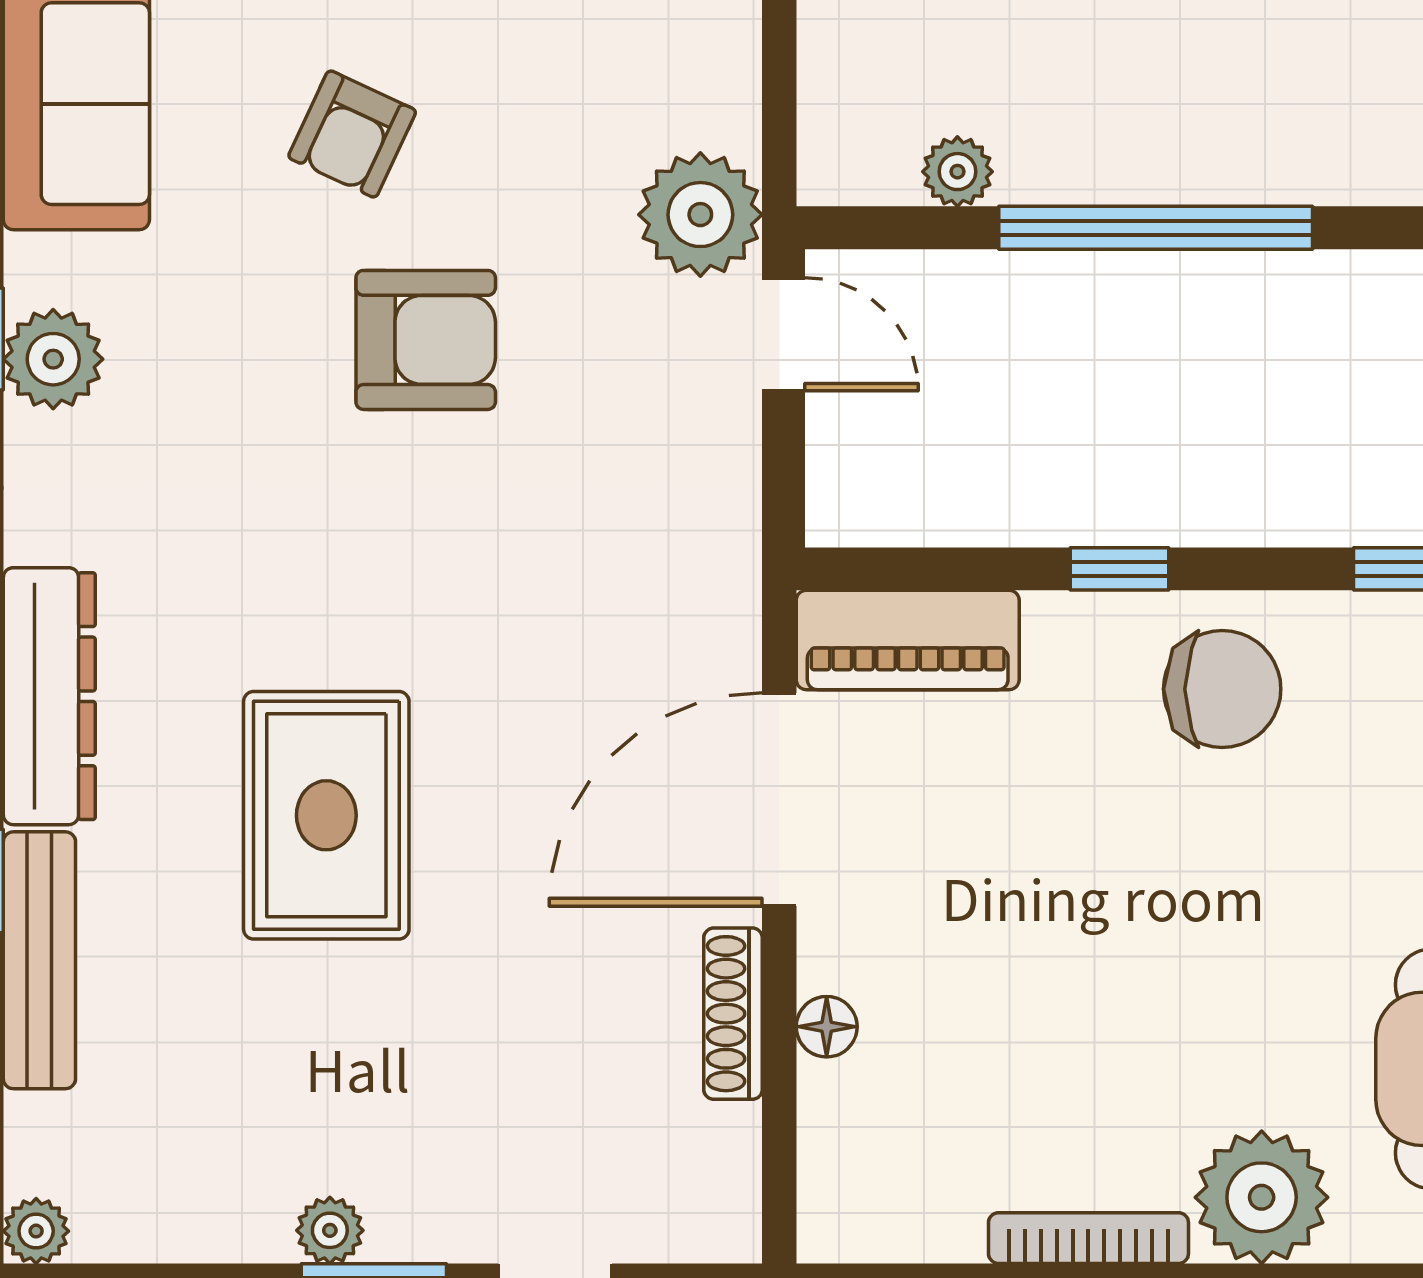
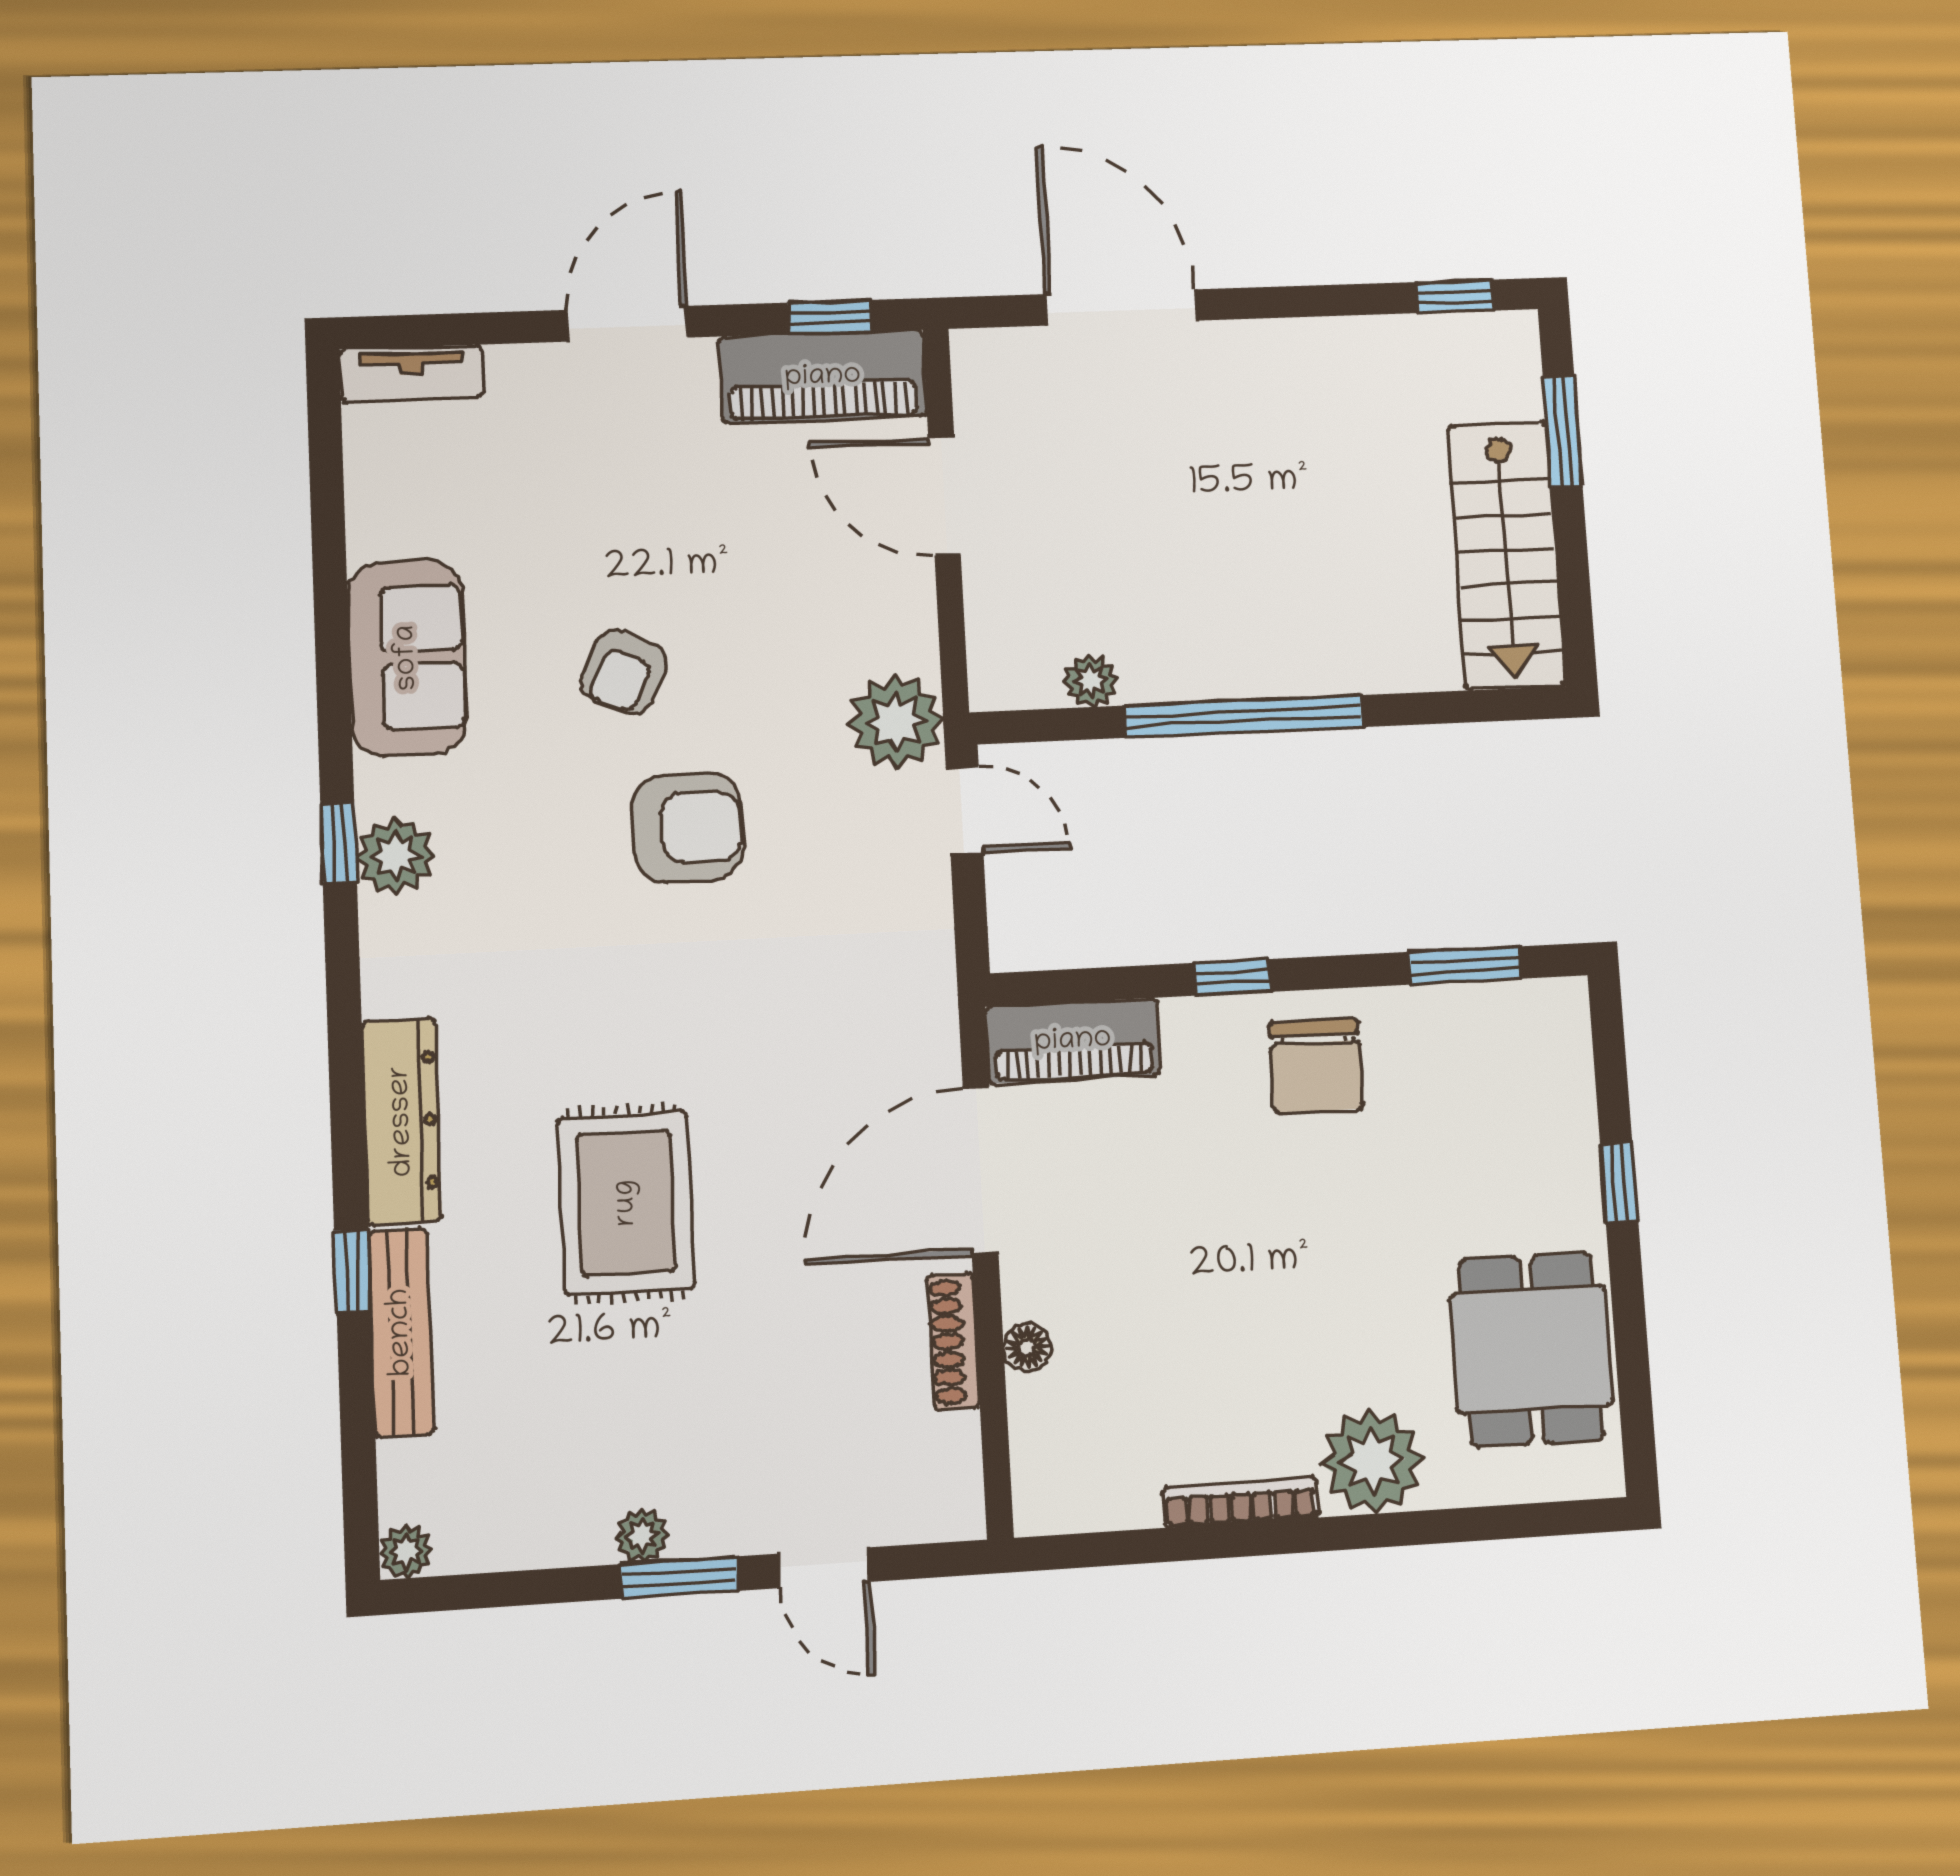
chair: (1222, 689) -> (1316, 1066), turned 90

